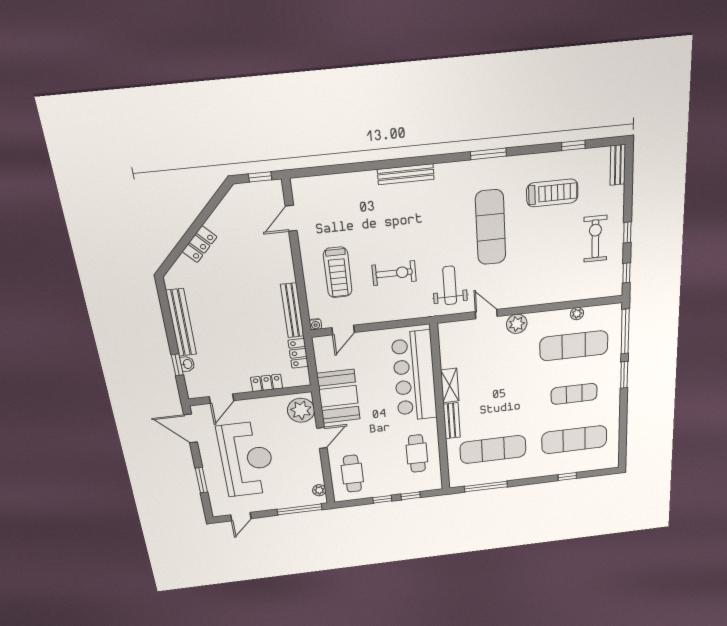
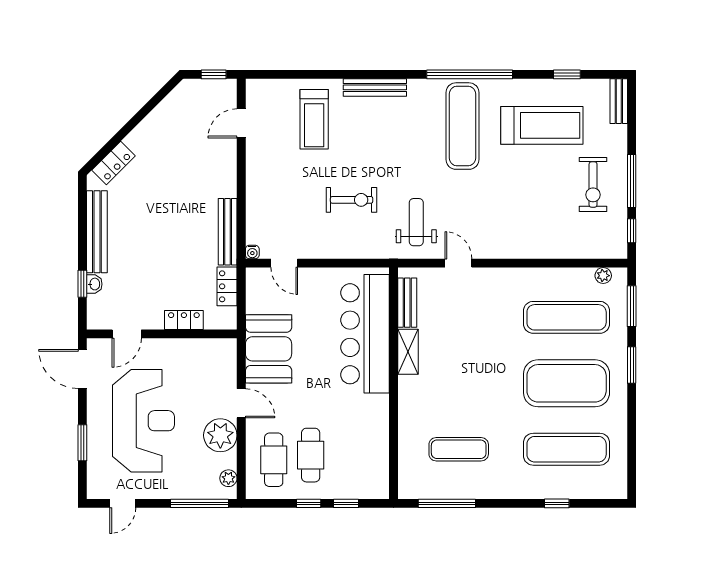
window: (488, 154) -> (470, 74), width x2.11
treadmill: (552, 193) -> (542, 125), width x1.37, depth x1.38
exercise mat: (491, 227) -> (462, 126), moved
window: (627, 232) -> (632, 181), width x2.17
exercise bike: (595, 239) -> (593, 185), turned 180
locker: (200, 244) -> (113, 163), moved
treadmill: (338, 272) -> (314, 119), moved
plant: (577, 314) -> (603, 276), moved
plant: (517, 324) -> (495, 280), removed
door: (343, 330) -> (284, 263), hinge flipped
window: (625, 332) -> (632, 306), width x0.69
exercise mat: (574, 394) -> (567, 383), width x2.00, depth x1.45
plant: (301, 410) -> (220, 435), moved
bench: (452, 421) -> (407, 303), moved
door: (322, 438) -> (241, 403), hinge flipped
exercise mat: (493, 449) -> (459, 449), width x0.73, depth x0.69
cafe table: (417, 453) -> (311, 455), moved

